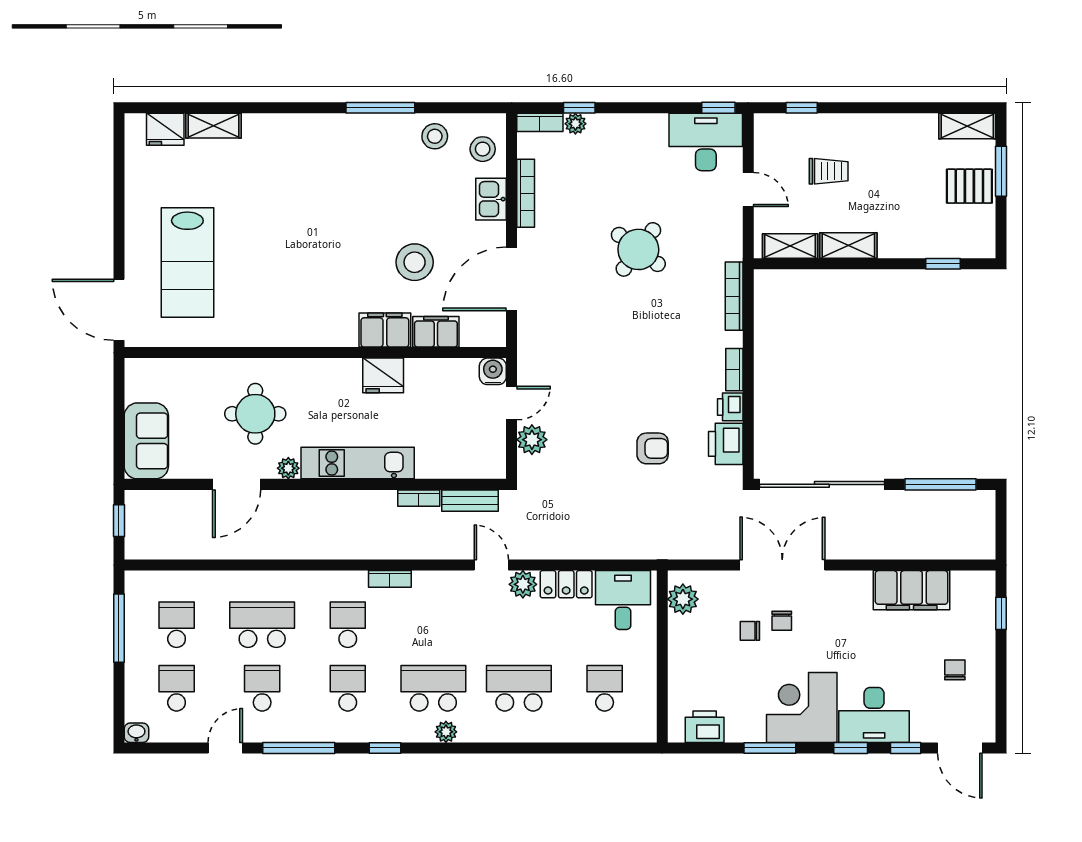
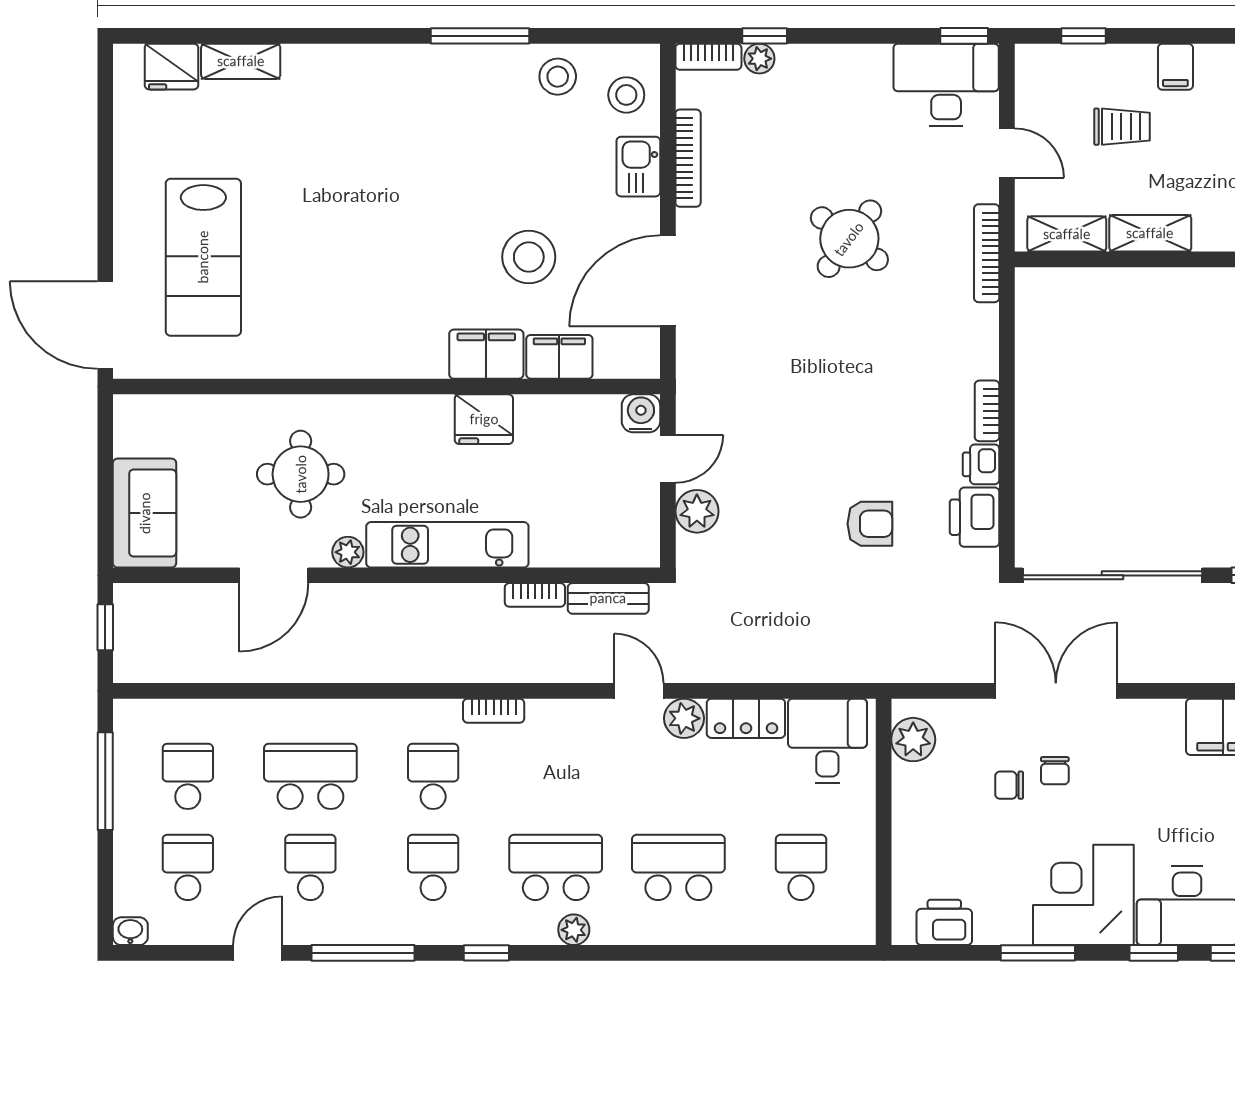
filing cabinet: (866, 129) -> (1175, 67), added
bookcase: (734, 296) -> (987, 253), moved

